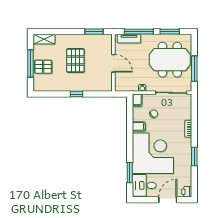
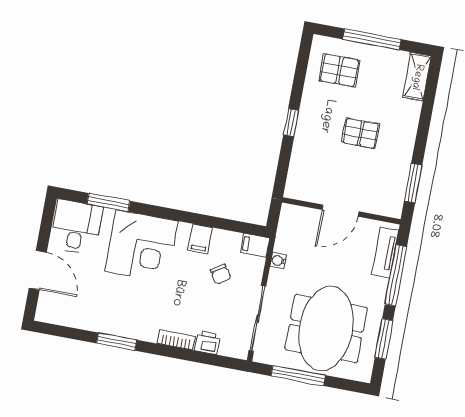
pallet: (75, 61) -> (361, 133), width x0.67, depth x0.71
pallet: (43, 67) -> (339, 70), moved, turned 90
corner desk: (153, 153) -> (142, 246), width x0.74, depth x0.74
printer: (187, 192) -> (207, 343), moved

